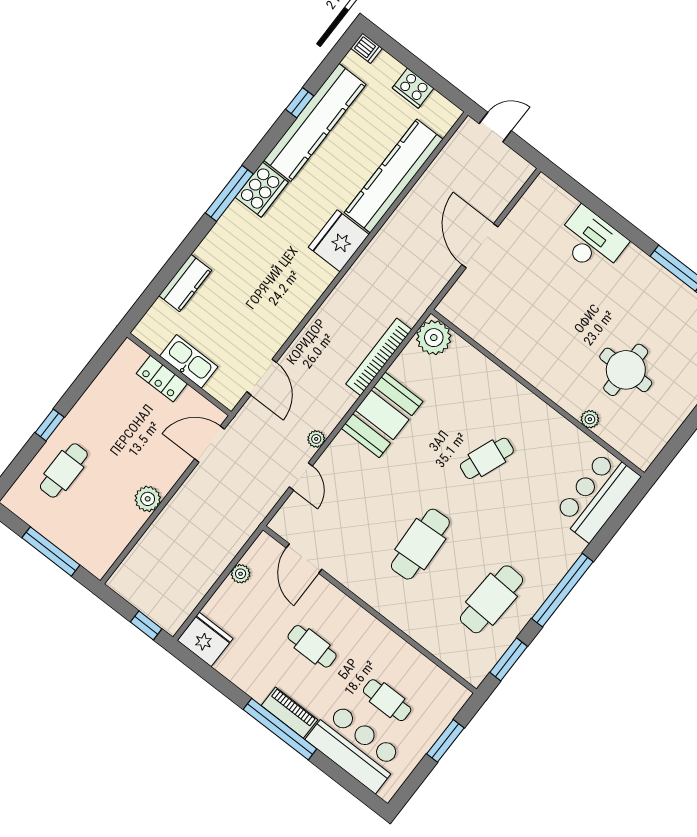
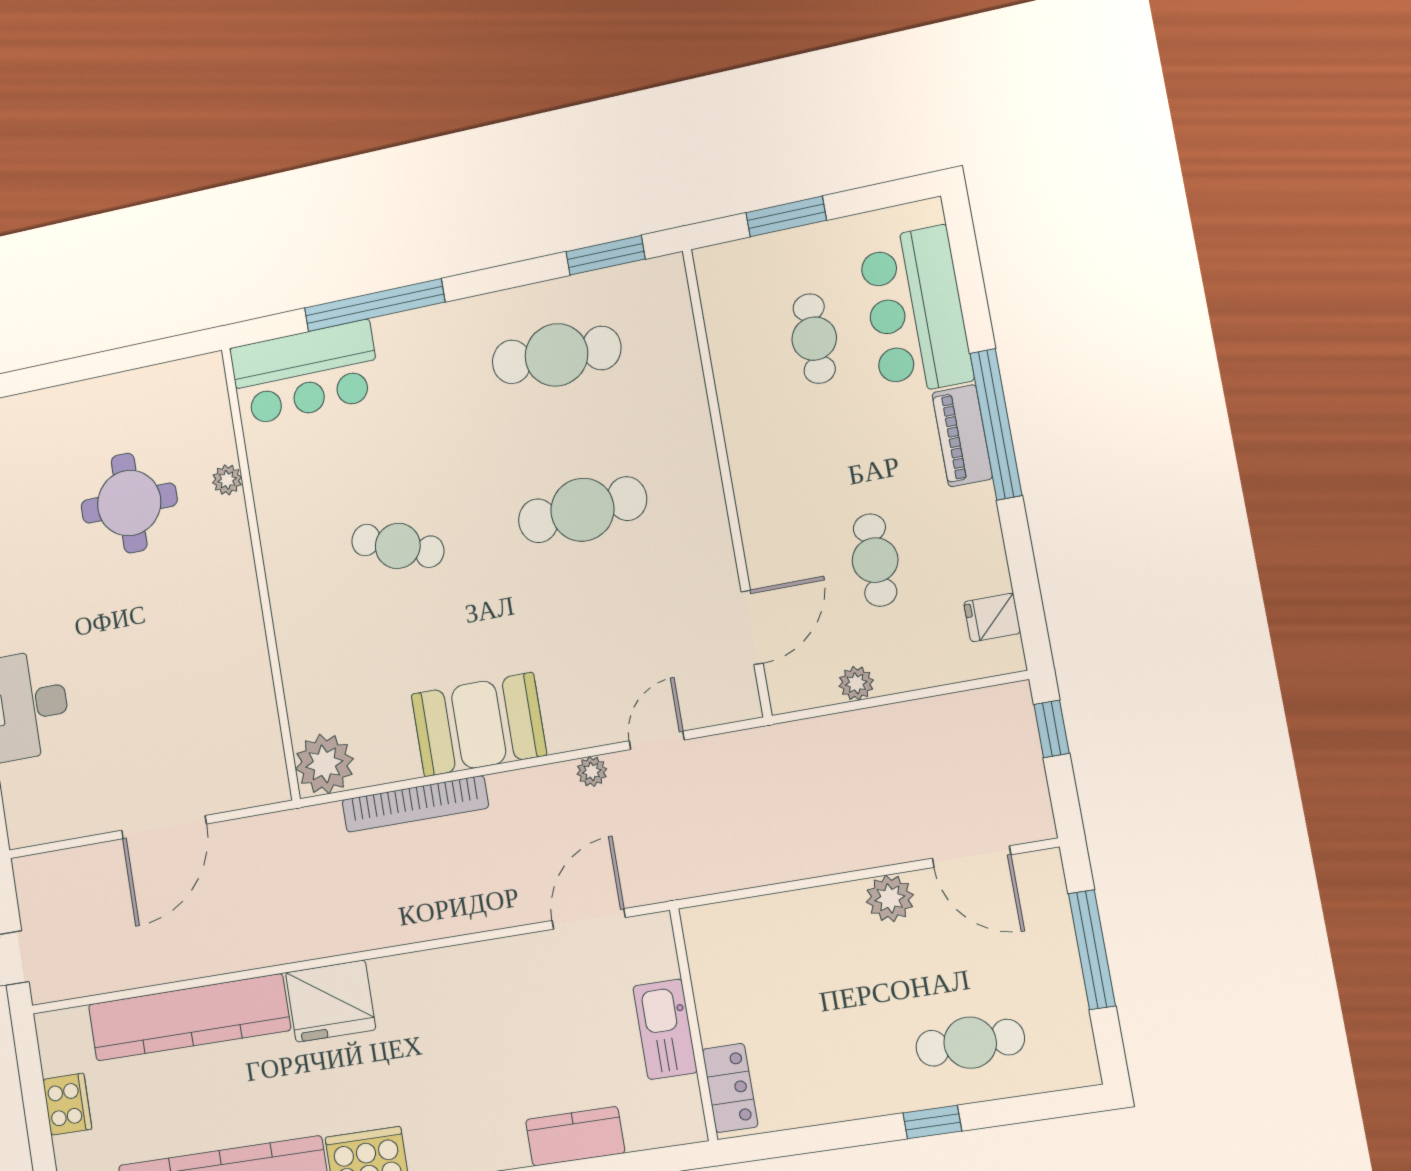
locker: (162, 379) -> (730, 1088), moved
door: (210, 444) -> (971, 857), moved
window: (562, 590) -> (375, 305), moved
fridge: (205, 639) -> (992, 618), width x0.53, depth x0.75
cafe table: (312, 646) -> (875, 560), moved

